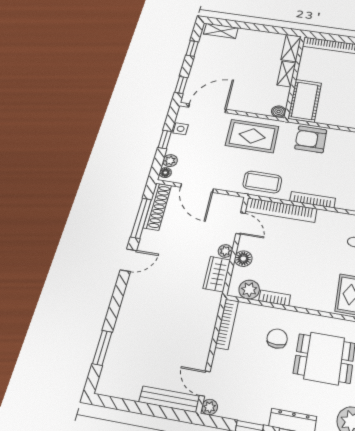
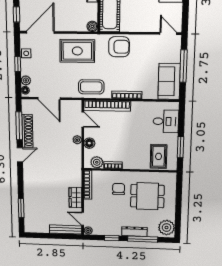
armchair: (311, 139) -> (119, 47), turned 180
shoe rack: (157, 206) -> (27, 131), moved
wardrobe: (217, 274) -> (75, 198), moved

